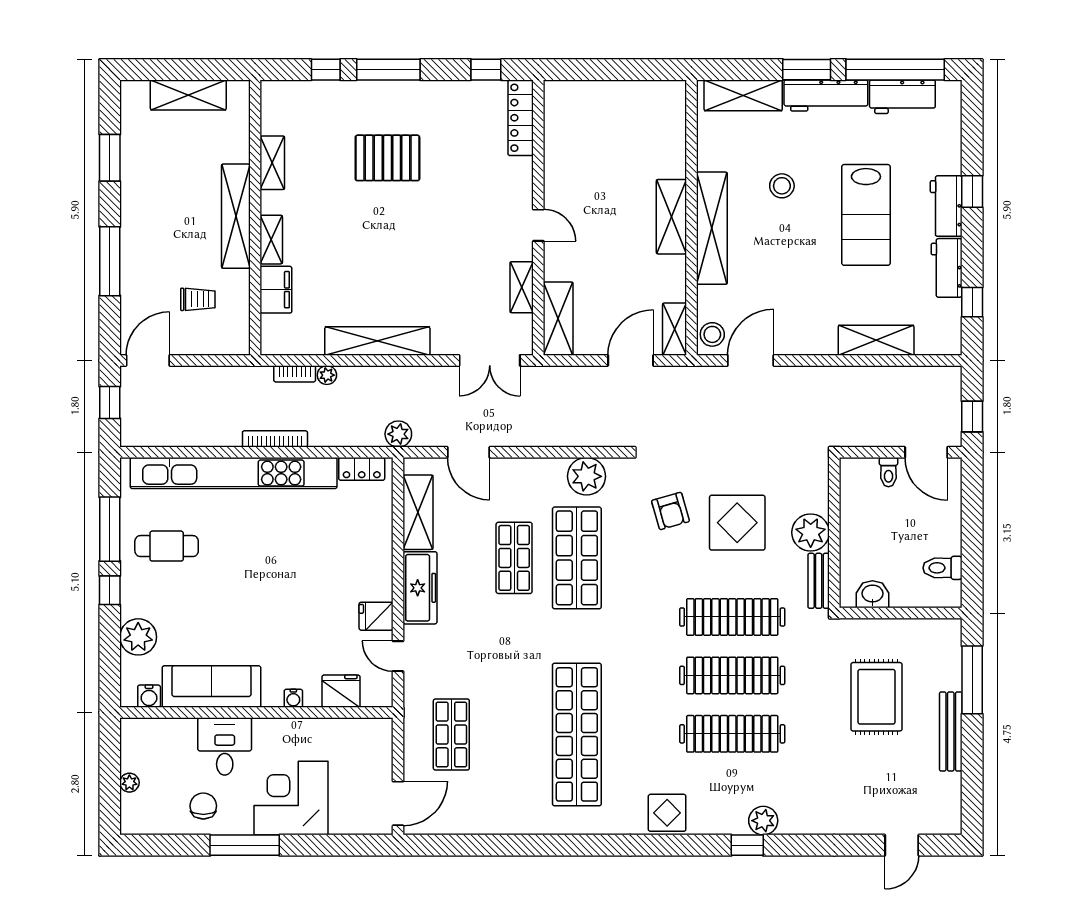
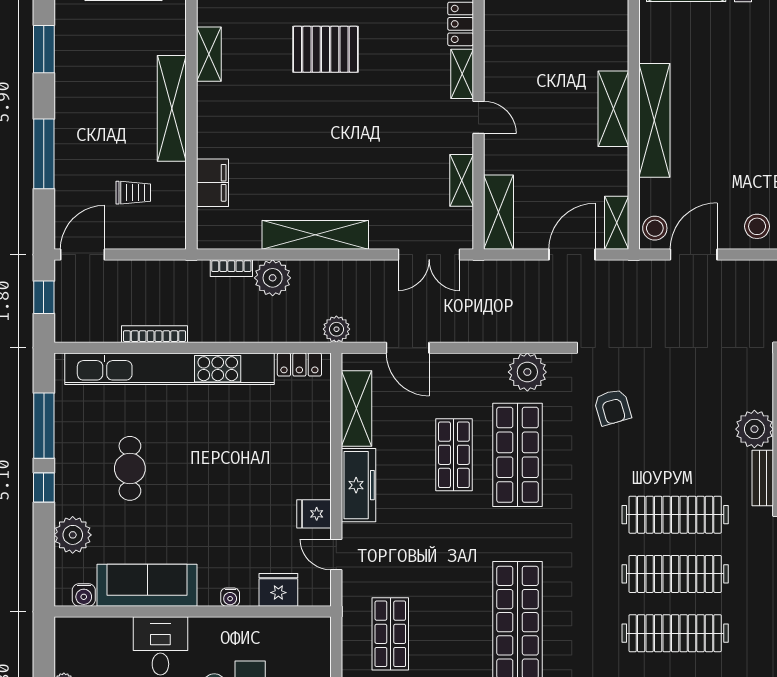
stool: (782, 186) -> (757, 226), moved
shelving: (271, 240) -> (462, 74), moved
plant: (327, 375) -> (273, 278), width x1.88, depth x1.88
bookcase: (275, 439) -> (155, 334), moved
display table: (737, 523) -> (680, 419), removed
cafe table: (167, 546) -> (130, 468), moved, turned 90

